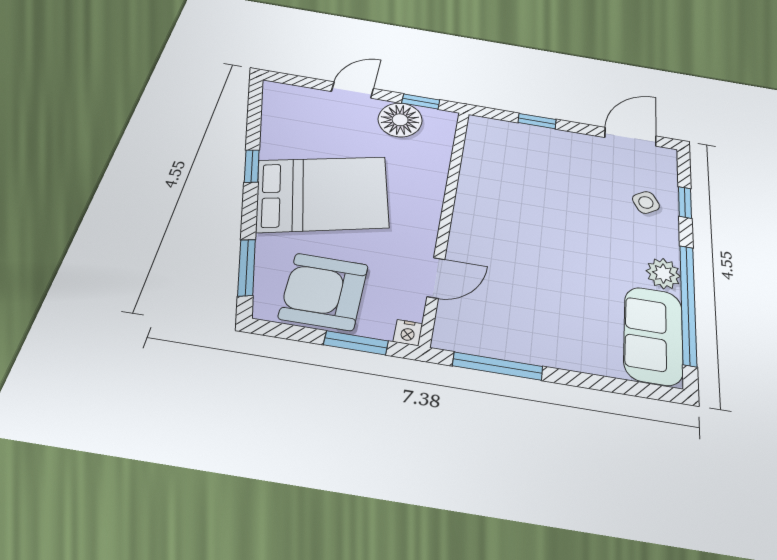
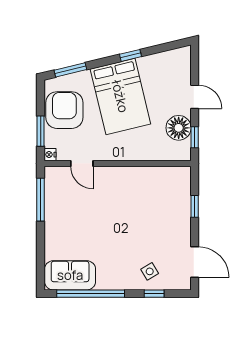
plant: (663, 274) -> (106, 281), removed

